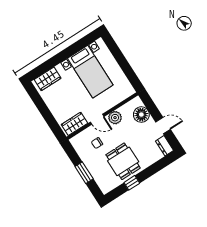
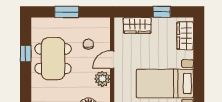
window: (41, 106) -> (162, 12), added
wardrobe: (74, 124) -> (137, 25), moved, turned 90
dining table: (123, 161) -> (53, 59), width x1.37

